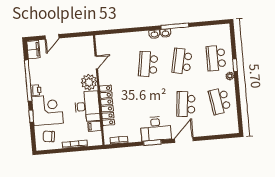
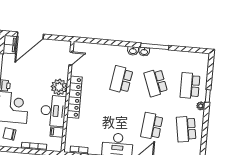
door: (52, 37) -> (30, 35), width x1.87
school desk: (182, 61) -> (156, 83), turned -33
door: (96, 62) -> (71, 58), moved
locker: (107, 105) -> (74, 97), moved

